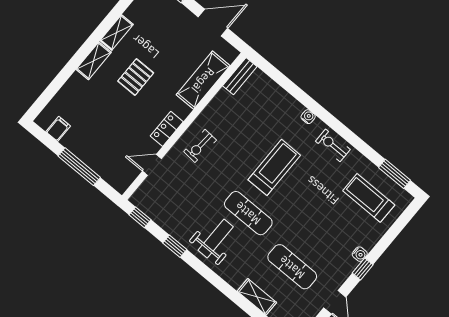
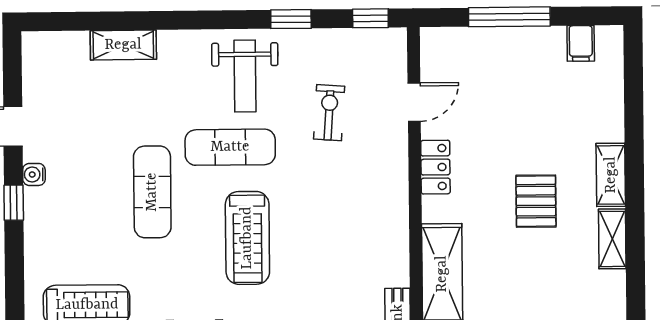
exercise bike: (200, 146) -> (329, 113), moved
water cooler: (360, 254) -> (34, 174), moved
exercise mat: (292, 267) -> (152, 192), moved, turned 90

